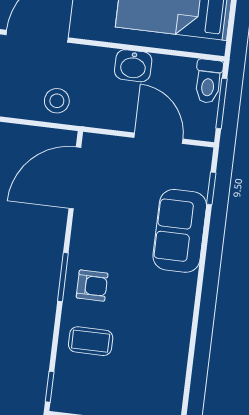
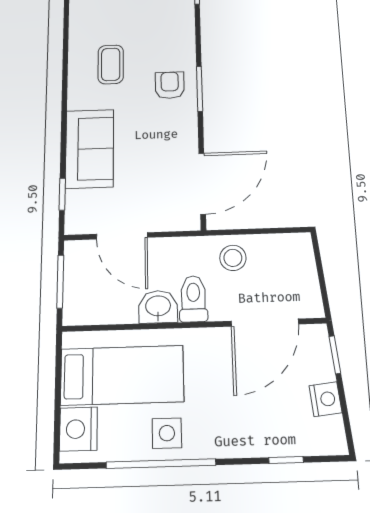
toilet: (208, 81) -> (193, 299), moved
armchair: (92, 286) -> (170, 85), turned 90
coffee table: (91, 341) -> (111, 64), moved, turned 90

